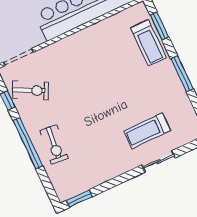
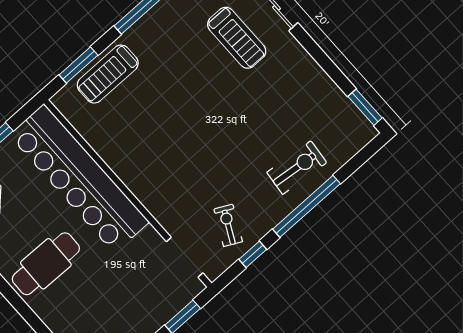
treadmill: (148, 43) -> (108, 74), turned 180
exercise bike: (31, 90) -> (228, 225), width x0.73, depth x0.72

